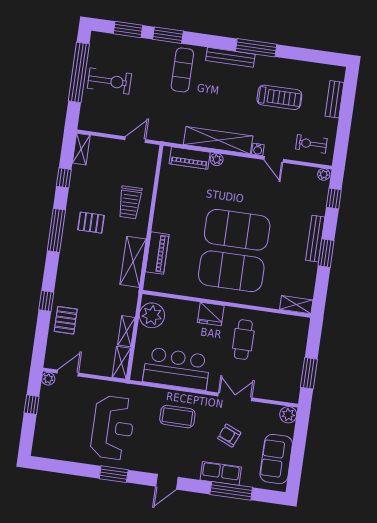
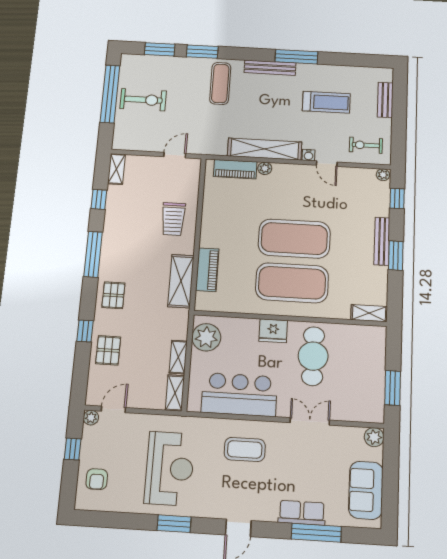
pallet: (91, 223) -> (113, 295), moved, turned 90
cafe table: (243, 340) -> (313, 356), width x1.37, depth x1.35
armchair: (229, 436) -> (97, 479), moved, turned -113

